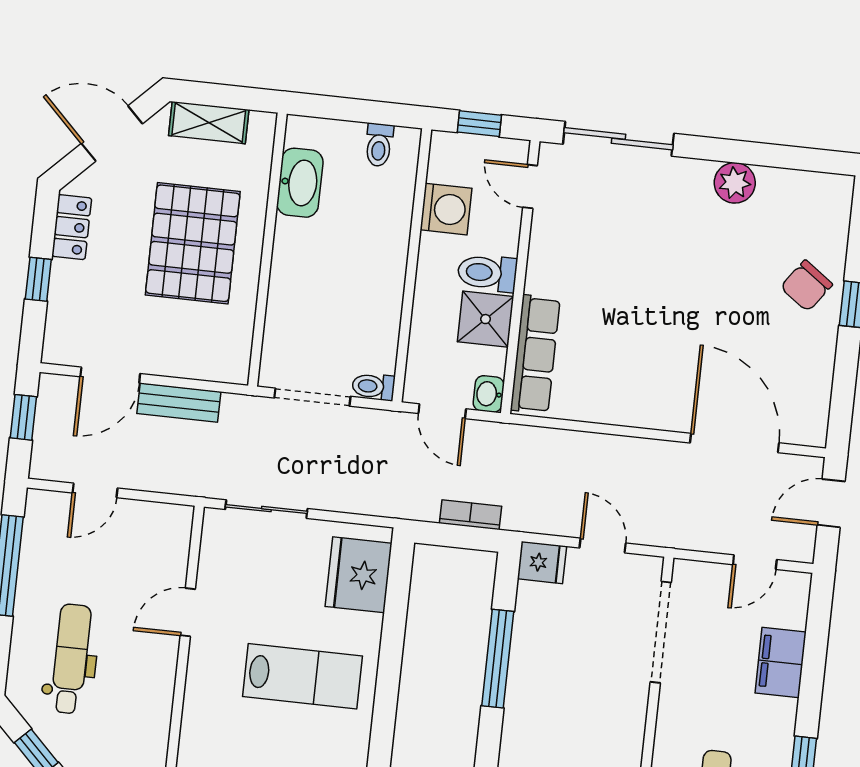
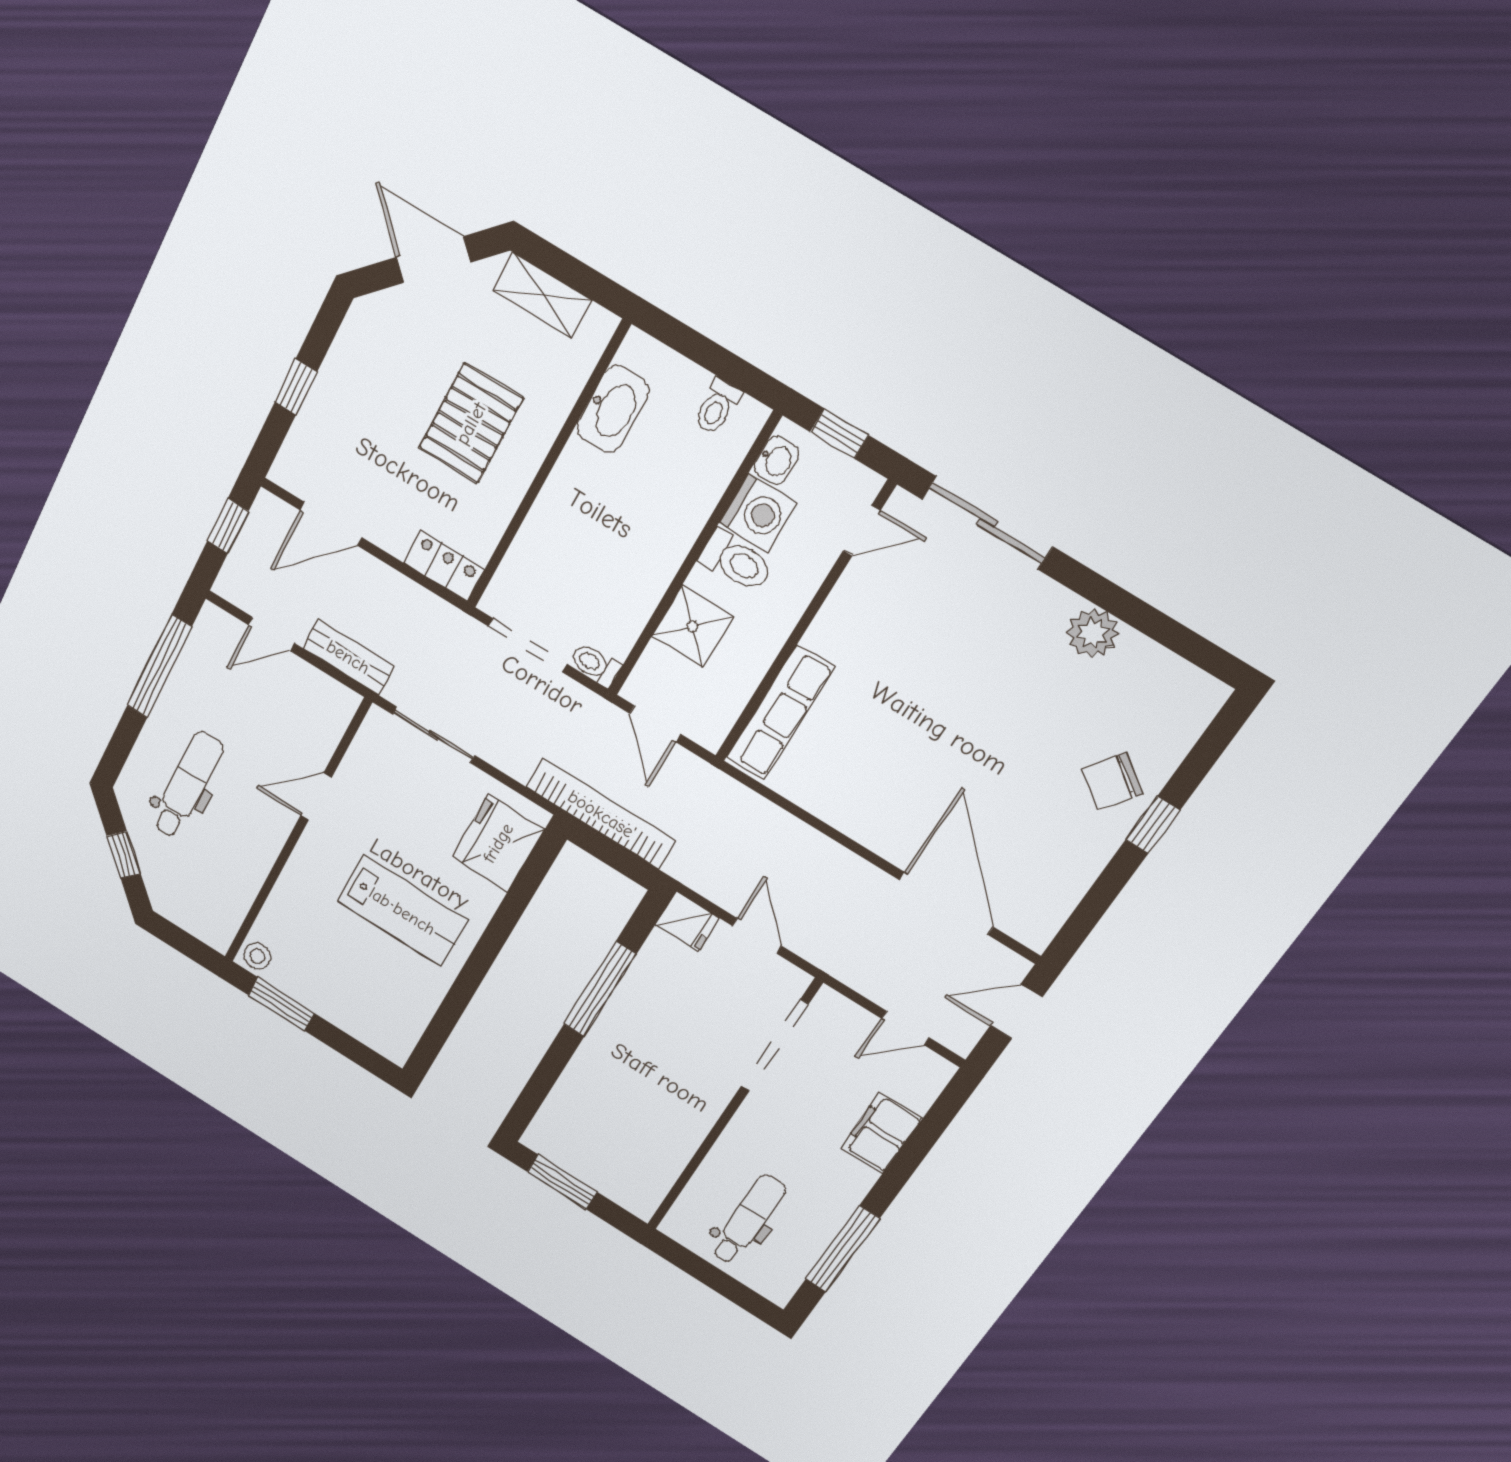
door: (530, 186) -> (862, 530), swing flipped
locker: (72, 227) -> (444, 566), moved, turned -90
pallet: (193, 243) -> (471, 423), width x0.73, depth x0.71
toilet: (487, 273) -> (736, 561), moved, turned 180
shower: (486, 319) -> (692, 626), moved
washbasin: (489, 394) -> (776, 460), moved, turned 180
bench: (179, 403) -> (348, 657), moved
bookcase: (470, 515) -> (601, 814), width x2.31, depth x1.31

